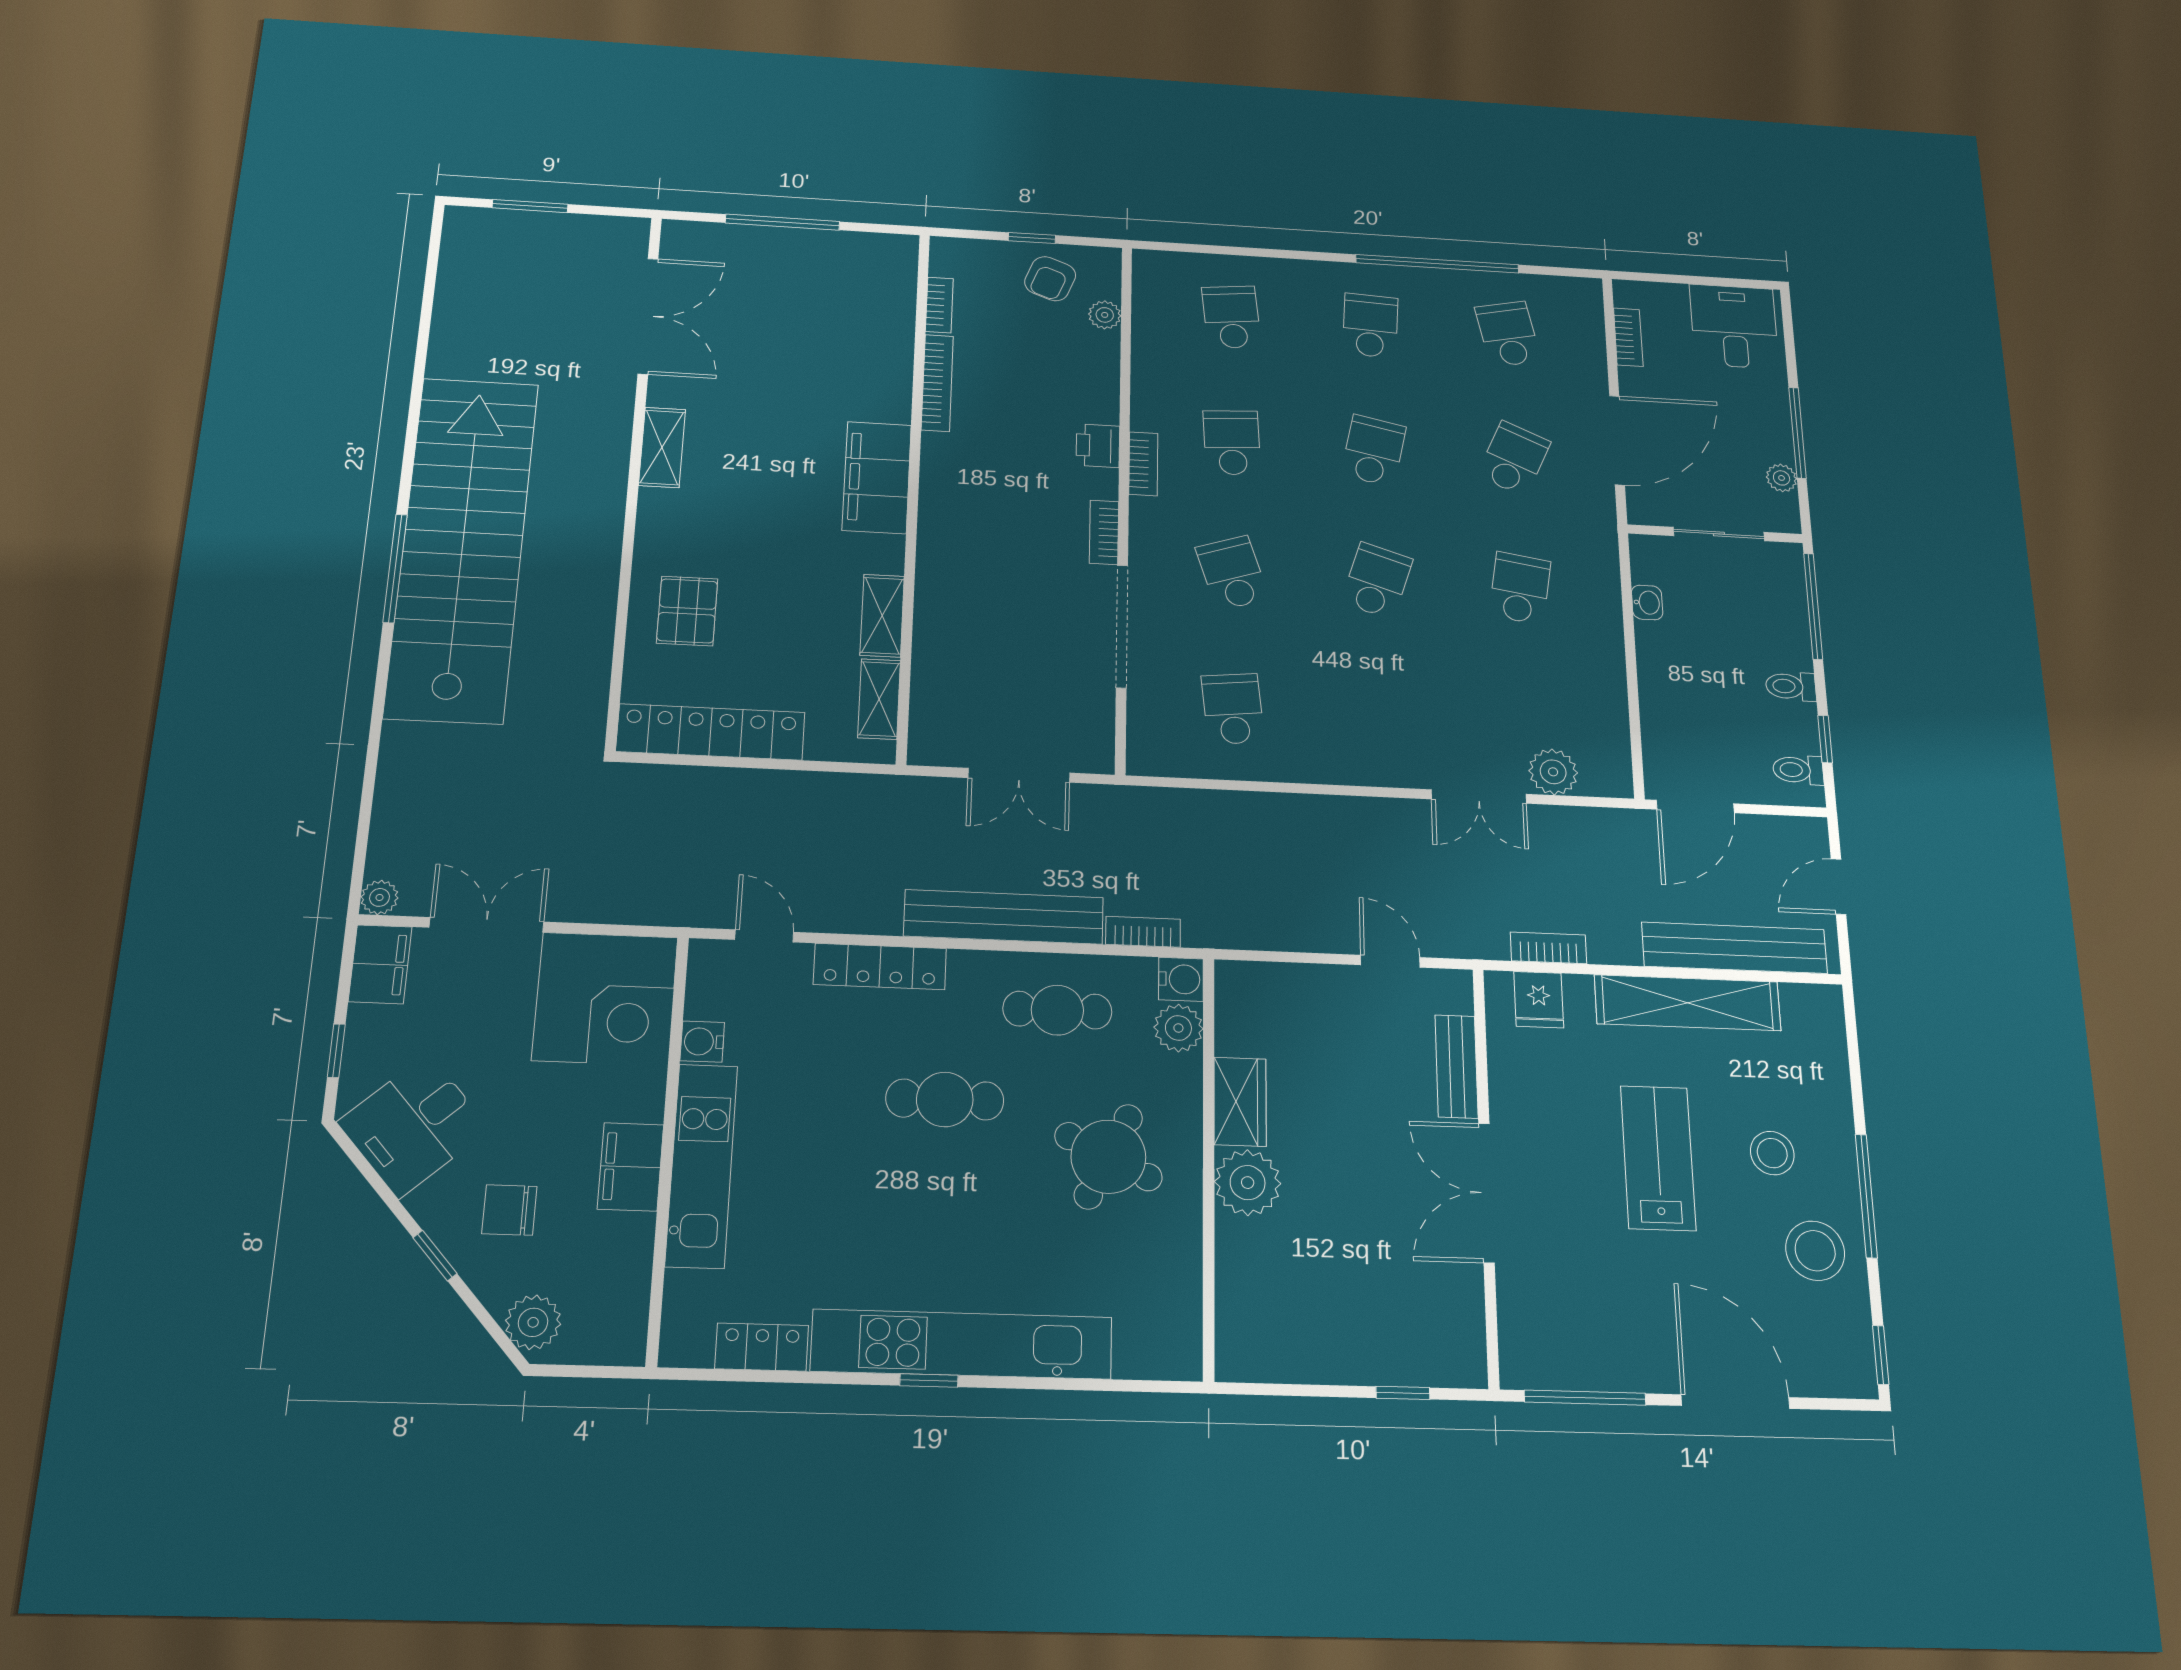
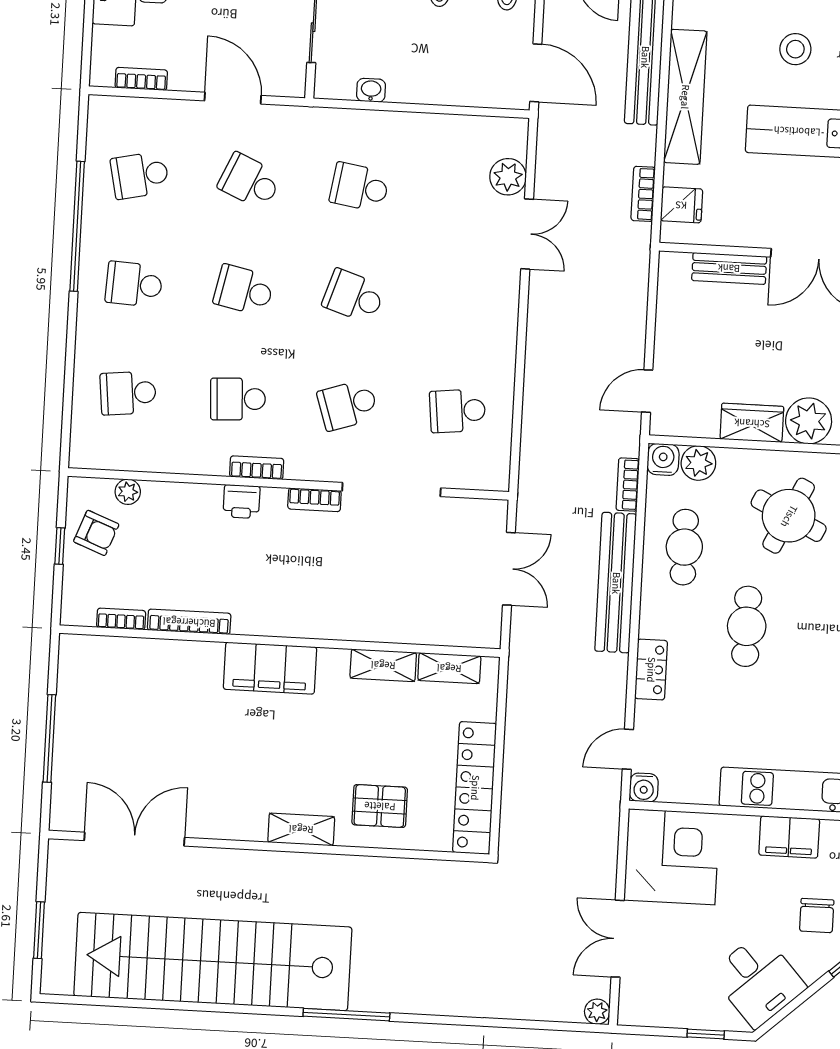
door: (1617, 440) -> (233, 98), width x0.73
shelving: (662, 447) -> (301, 829), moved
stairs: (462, 548) -> (213, 962), moved
door: (1390, 961) -> (647, 391), moved
filing cabinet: (380, 964) -> (645, 1009), removed
locker: (880, 966) -> (651, 670), width x0.66
water cooler: (702, 1042) -> (644, 788), moved

